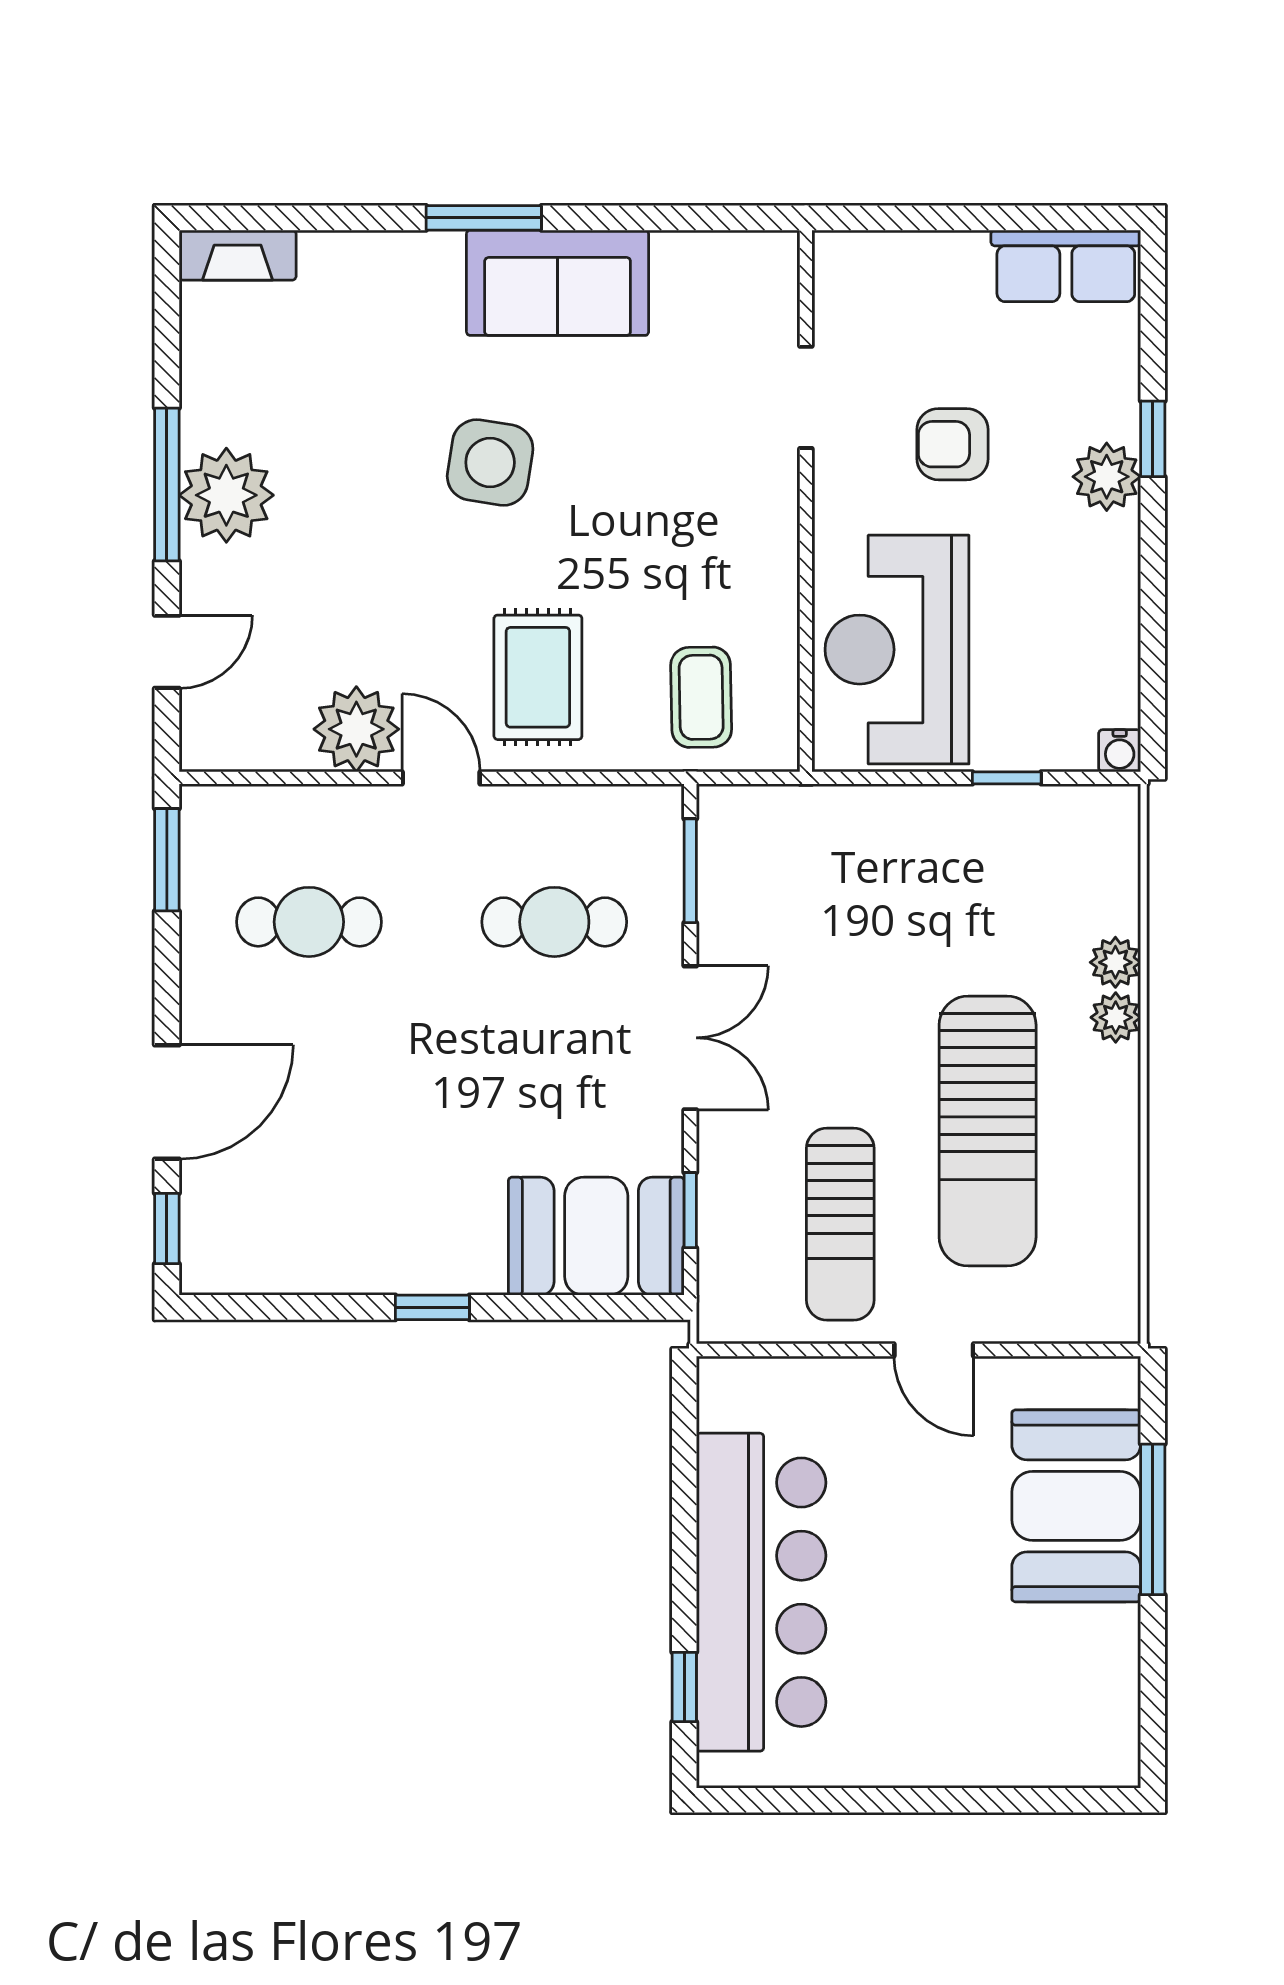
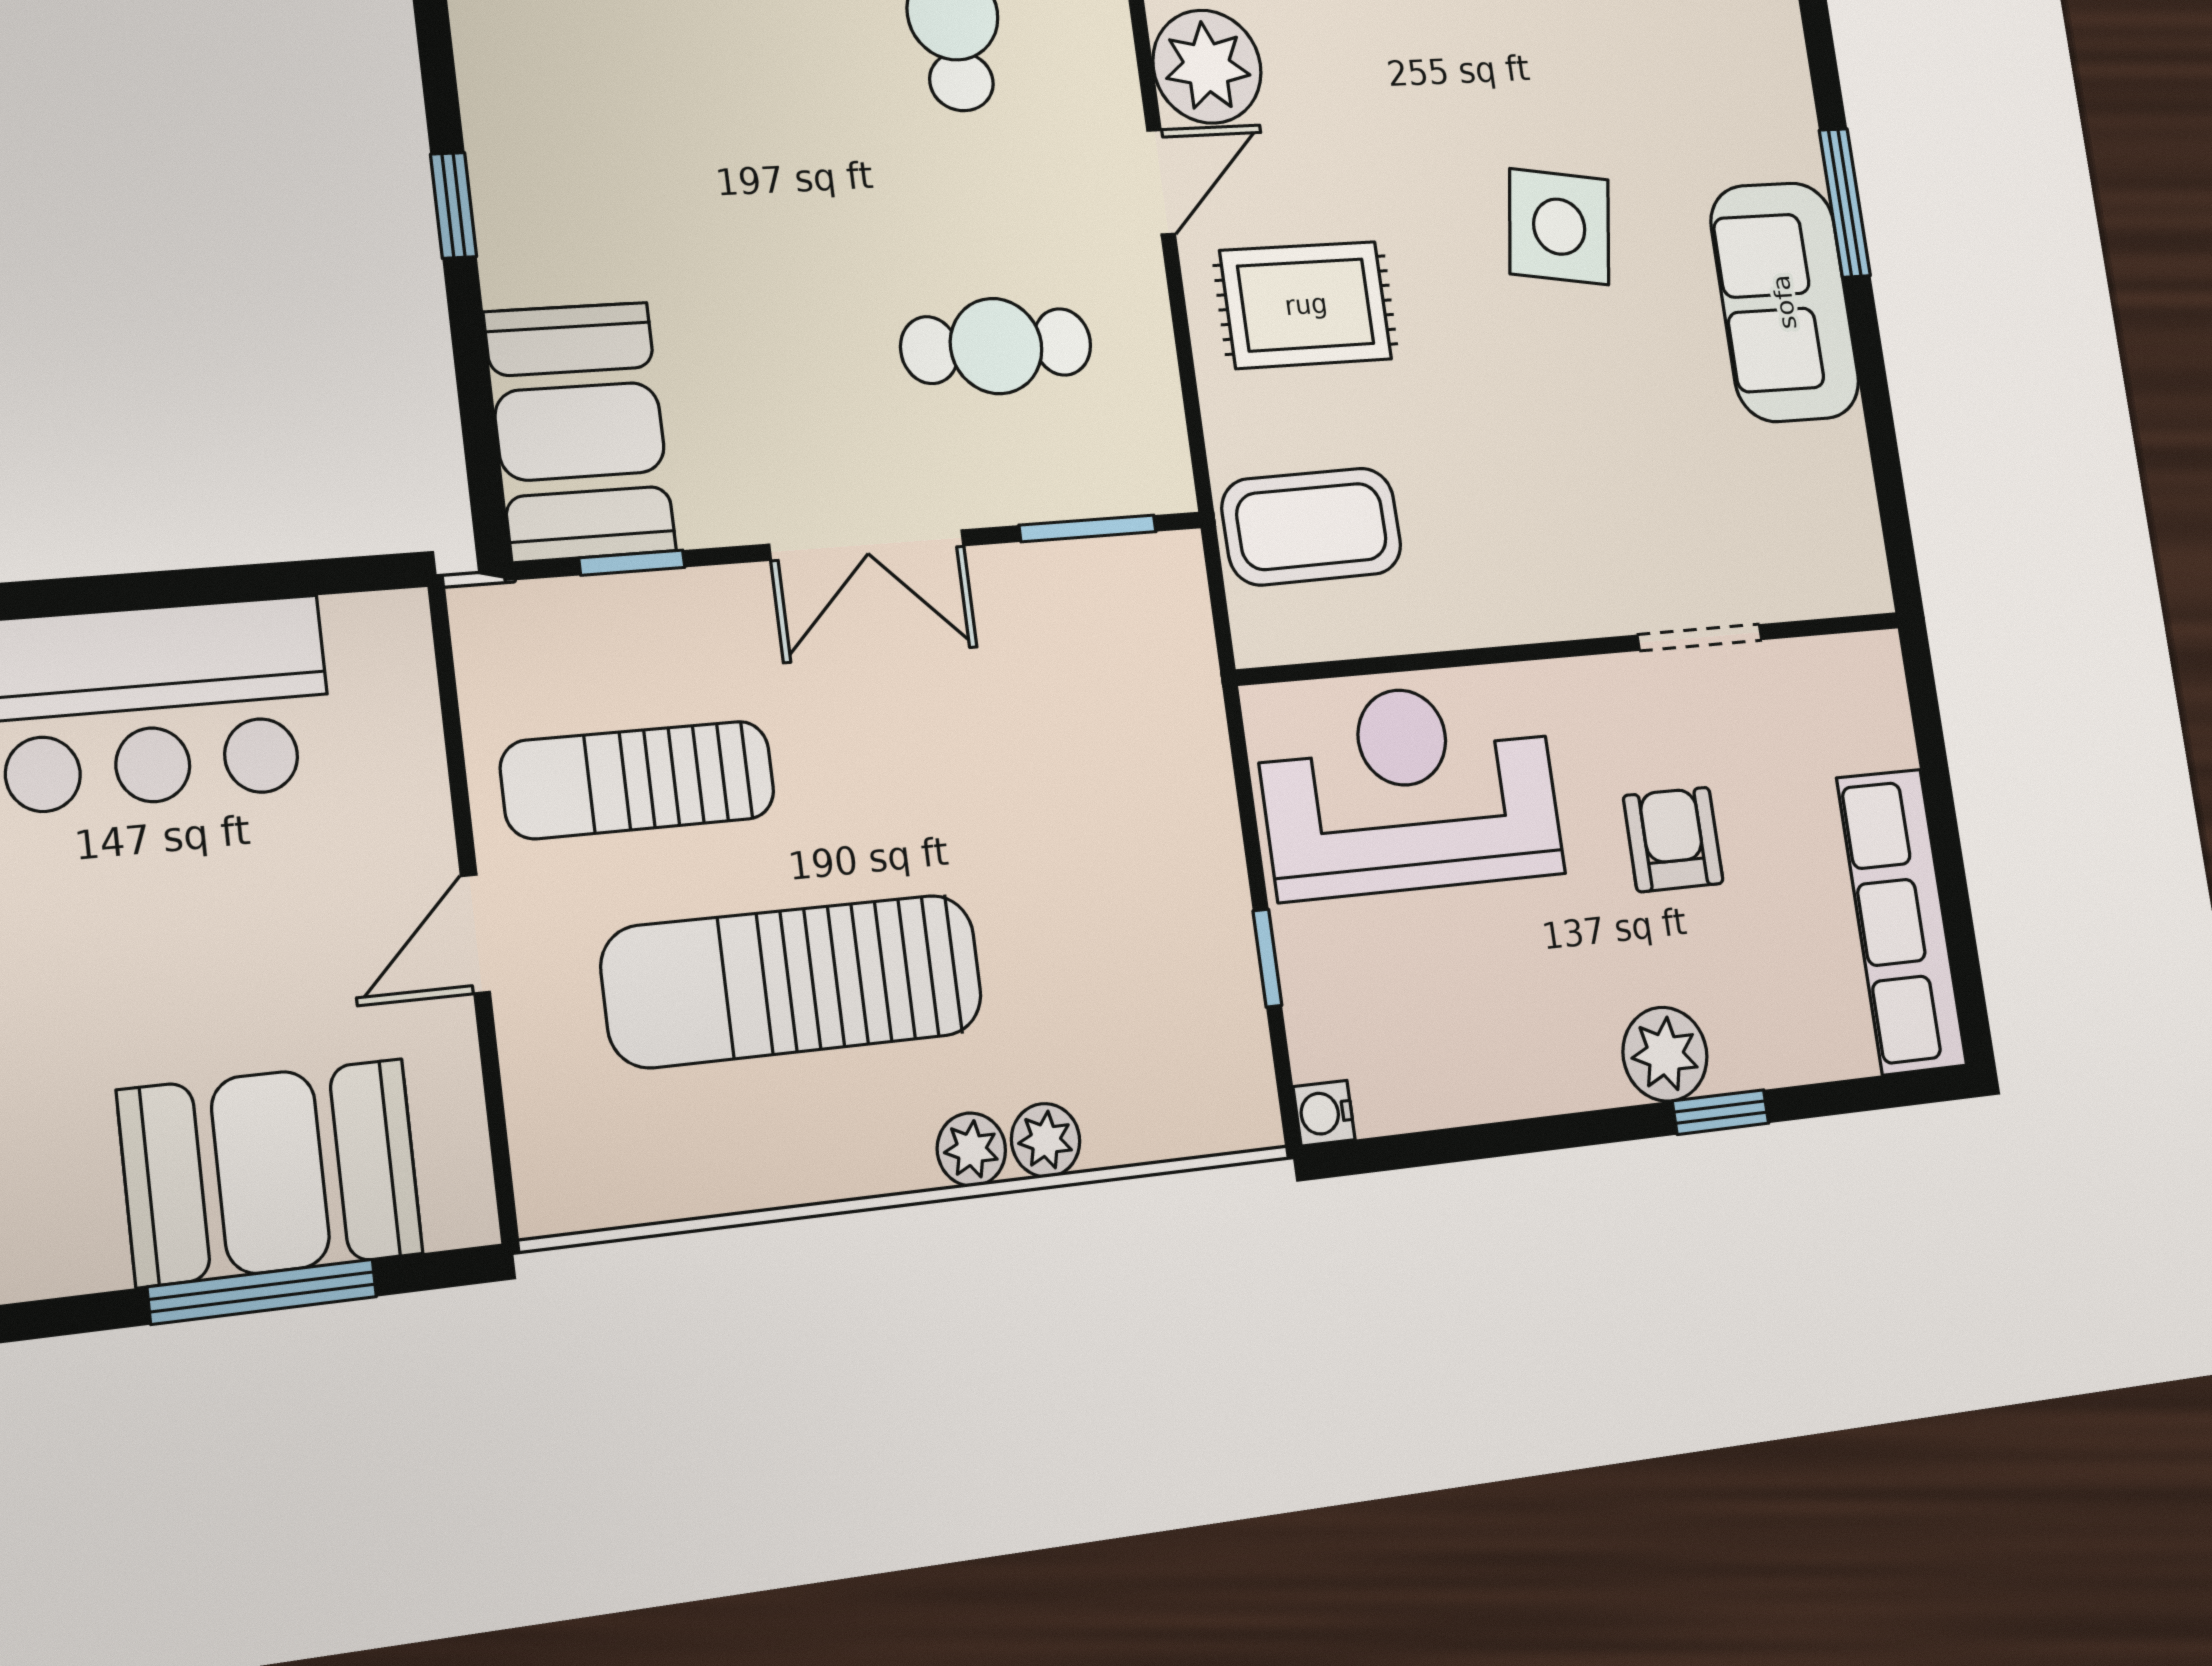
row of seats: (1066, 266) -> (1901, 921), width x1.48
coffee table: (701, 697) -> (1311, 527), width x1.36, depth x1.30
cafe table: (554, 922) -> (996, 346), turned 90

